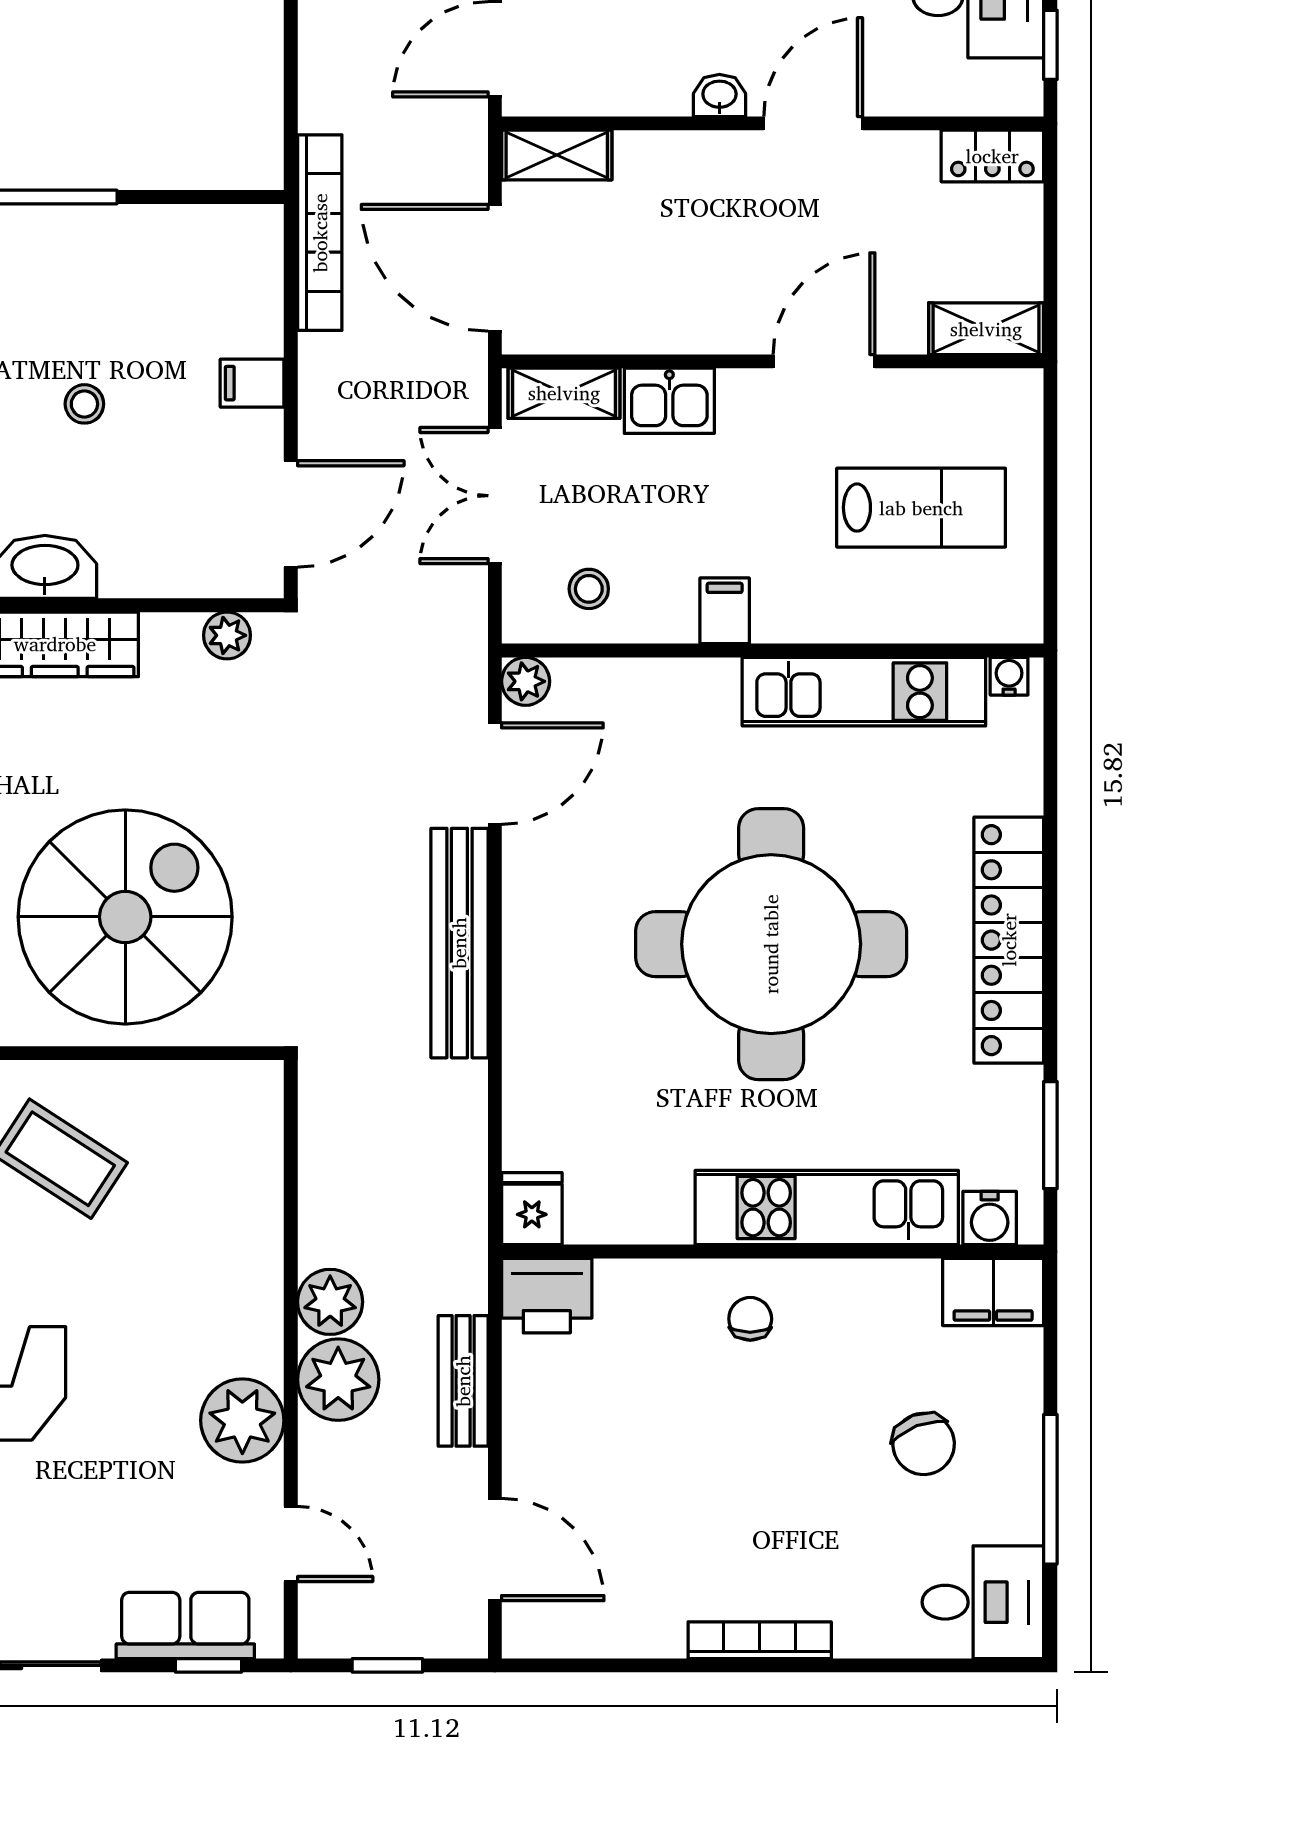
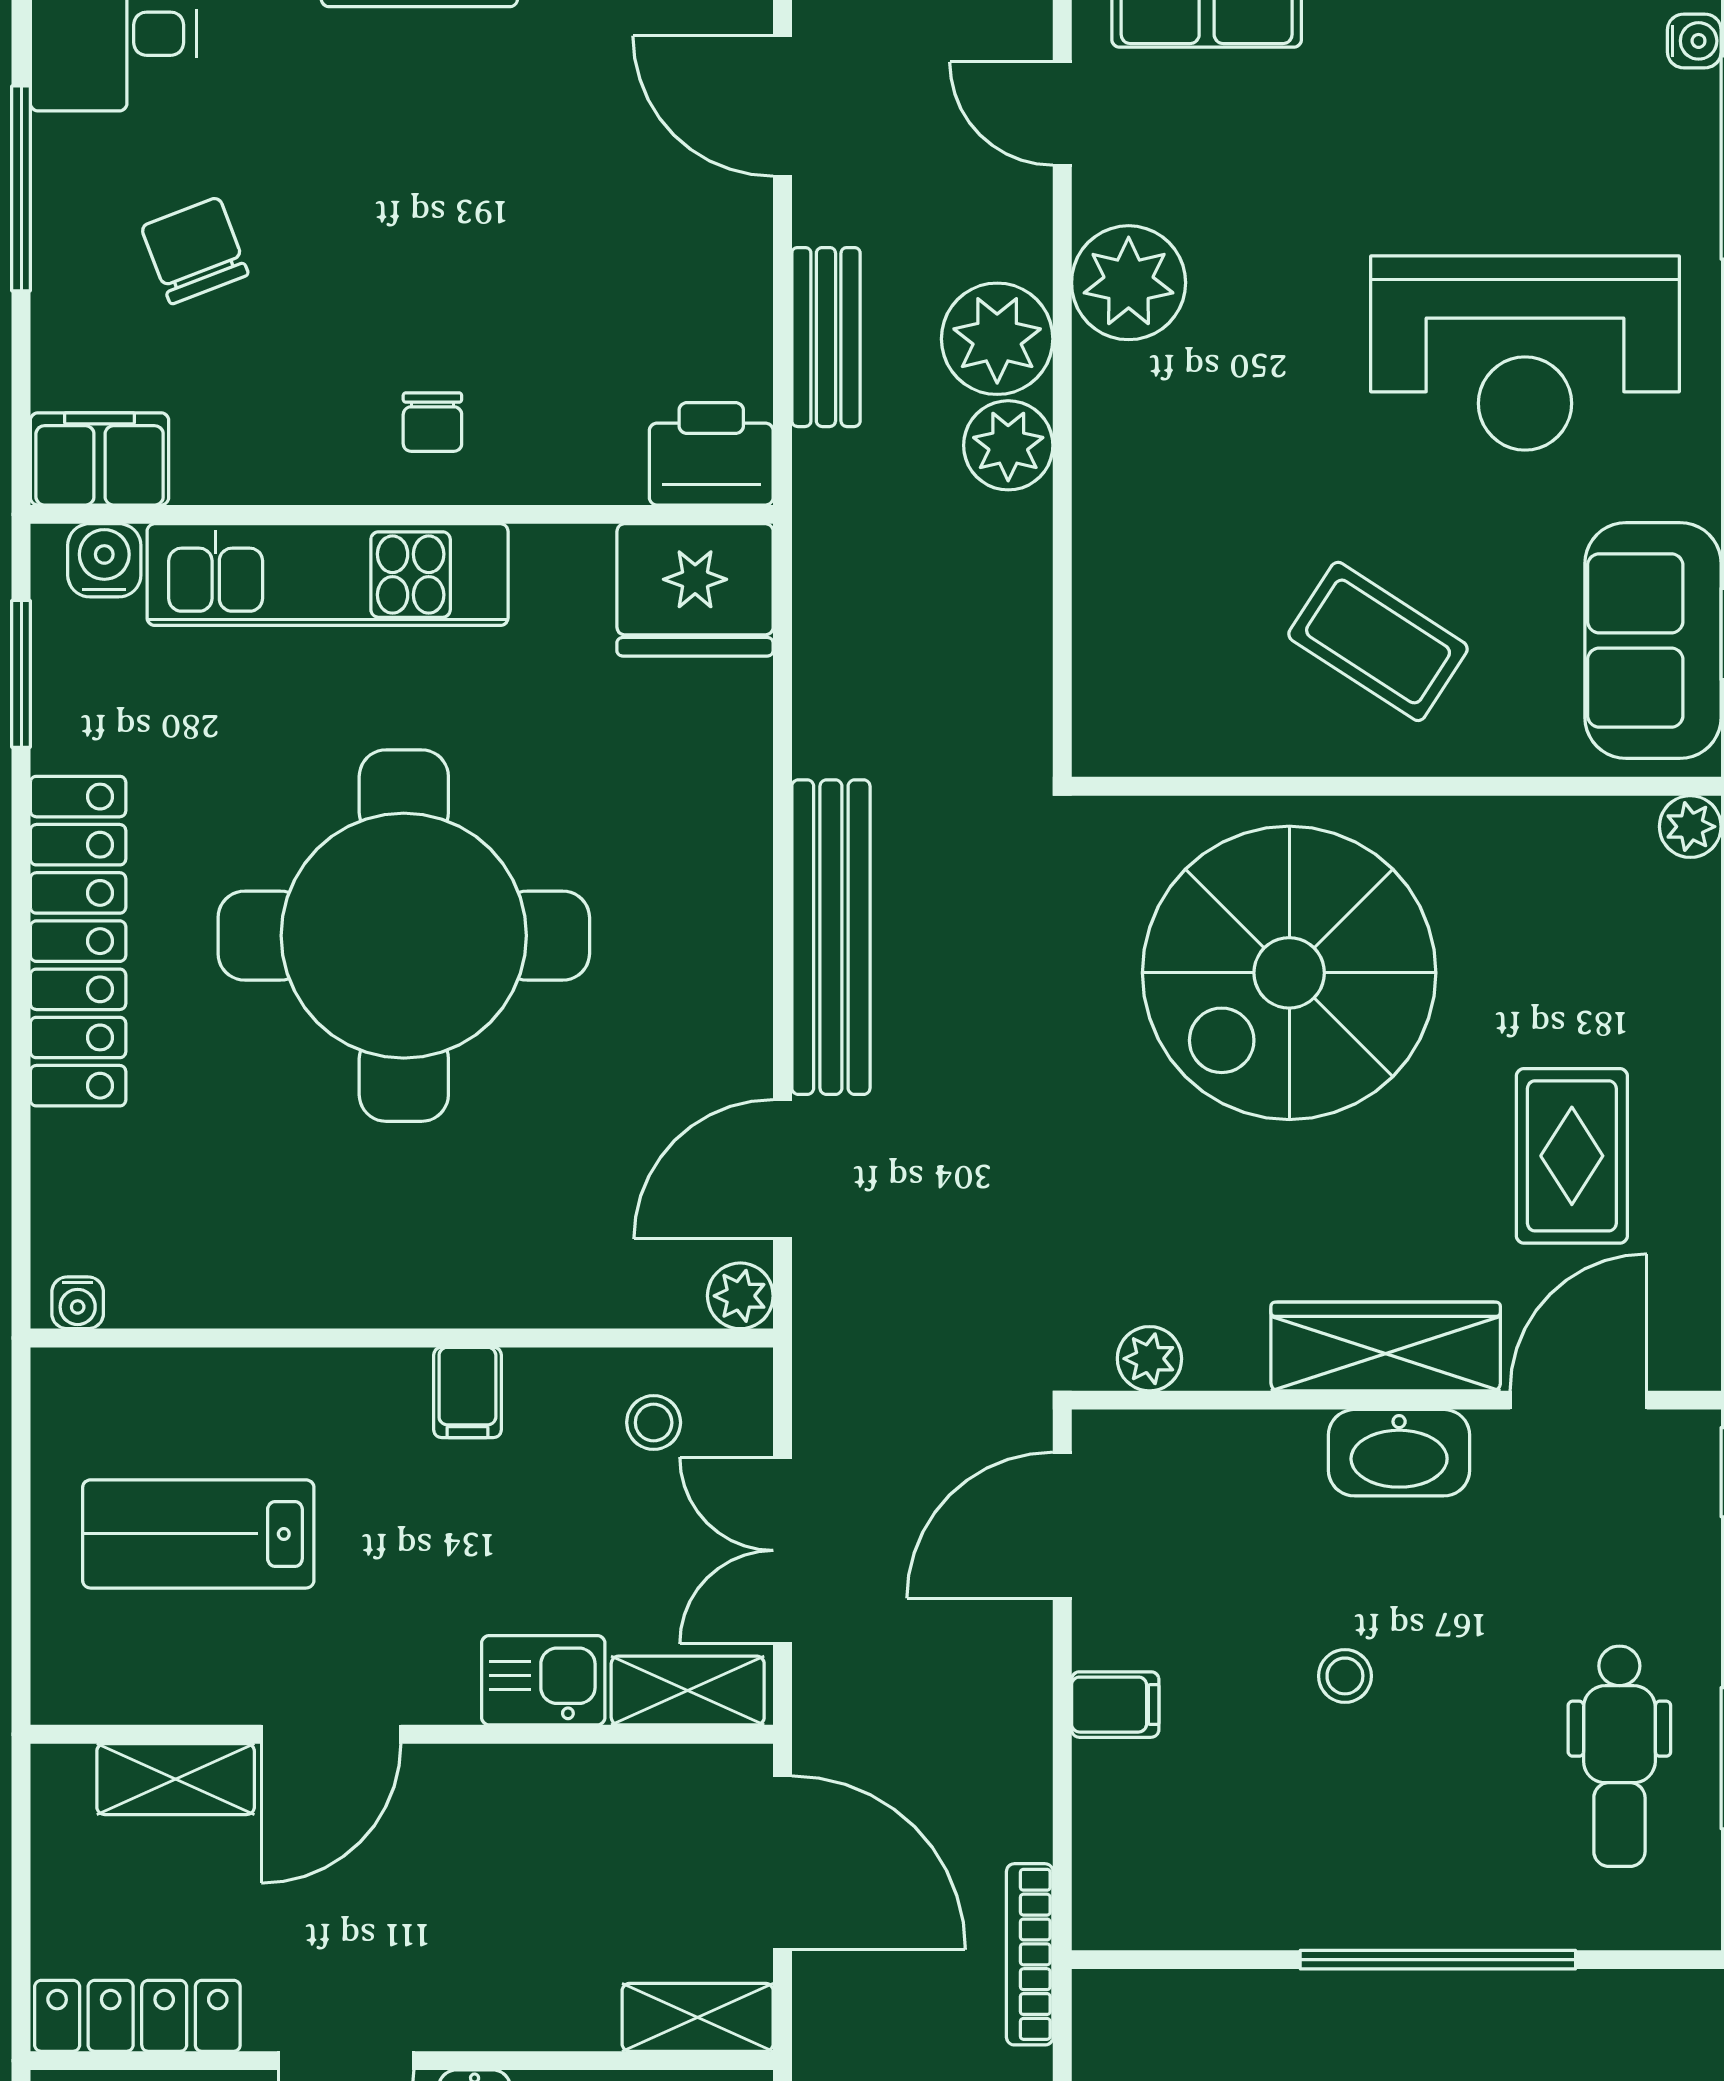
locker: (992, 156) -> (137, 2016), width x1.53
bookcase: (320, 233) -> (1030, 1954), width x0.68, depth x0.76
shelving: (986, 329) -> (176, 1779), moved
double door: (495, 496) -> (782, 1550), swing flipped
kitchen unit: (864, 692) -> (277, 1282), removed
fridge: (532, 1209) -> (695, 590), width x1.88, depth x1.34

